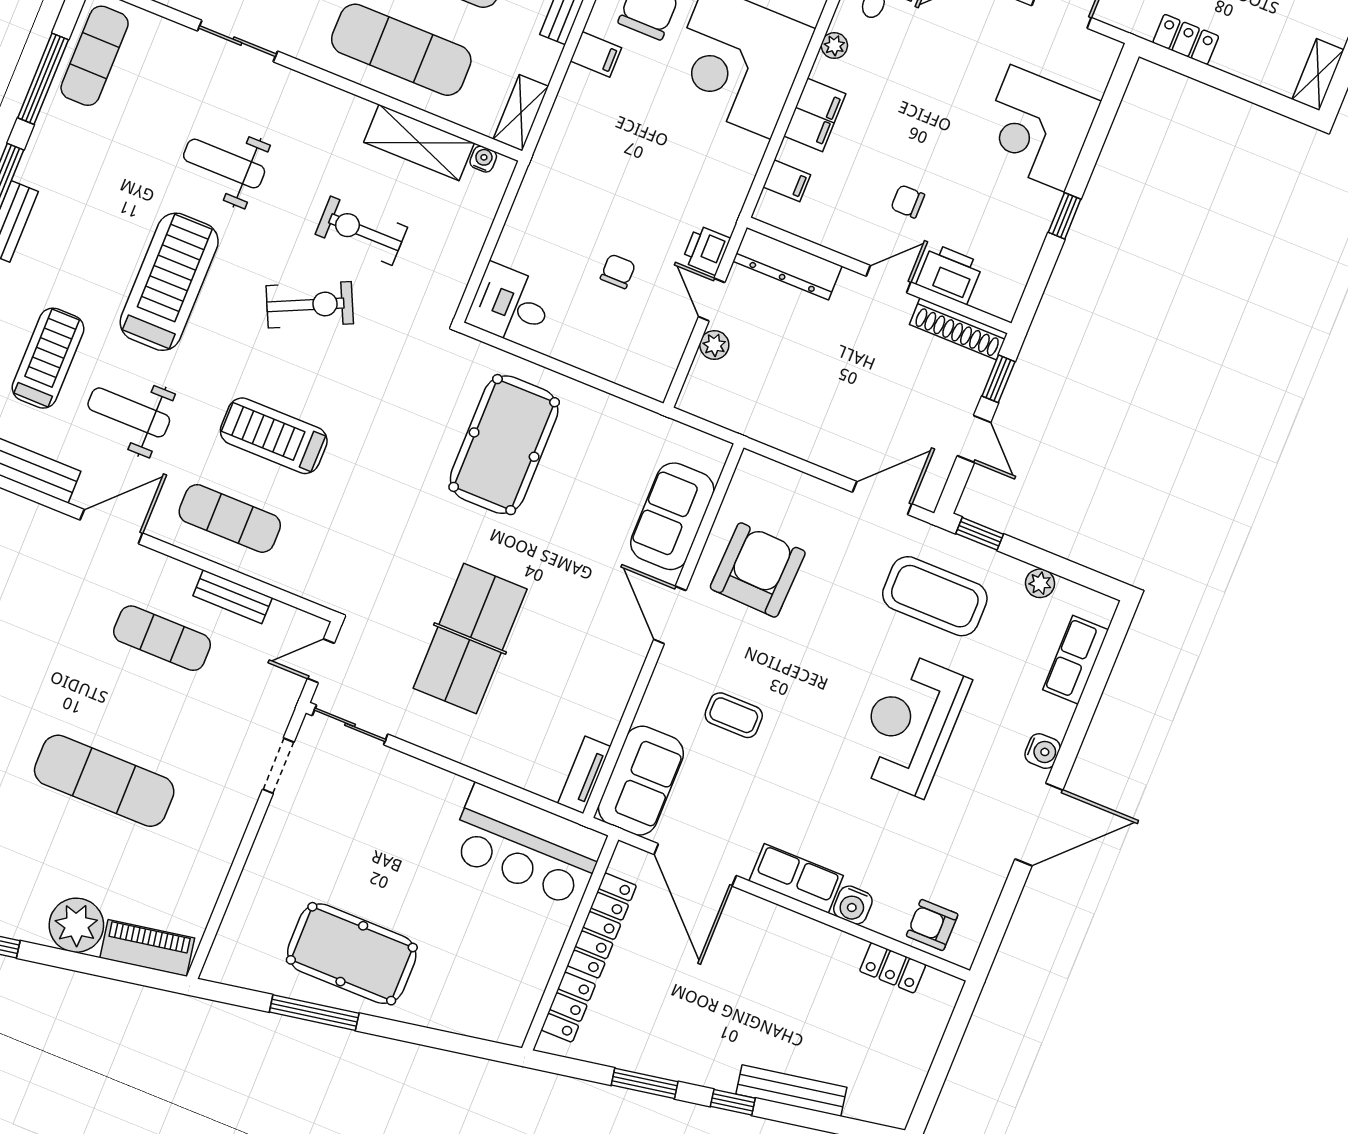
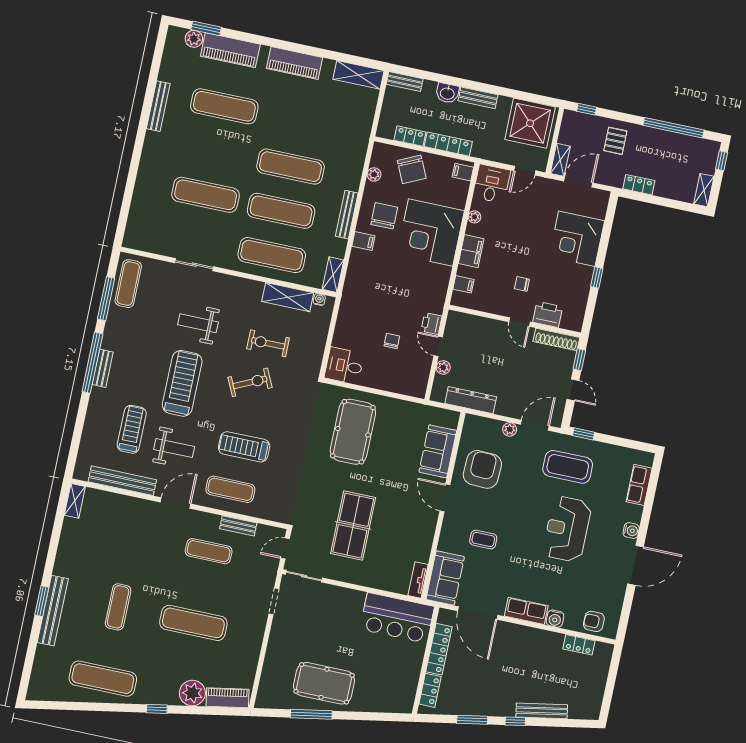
dresser: (787, 264) -> (471, 400), moved, turned 180
door: (888, 279) -> (519, 322), swing flipped
weight bench: (129, 412) -> (174, 448), turned 180
plant: (1040, 583) -> (510, 429), moved

